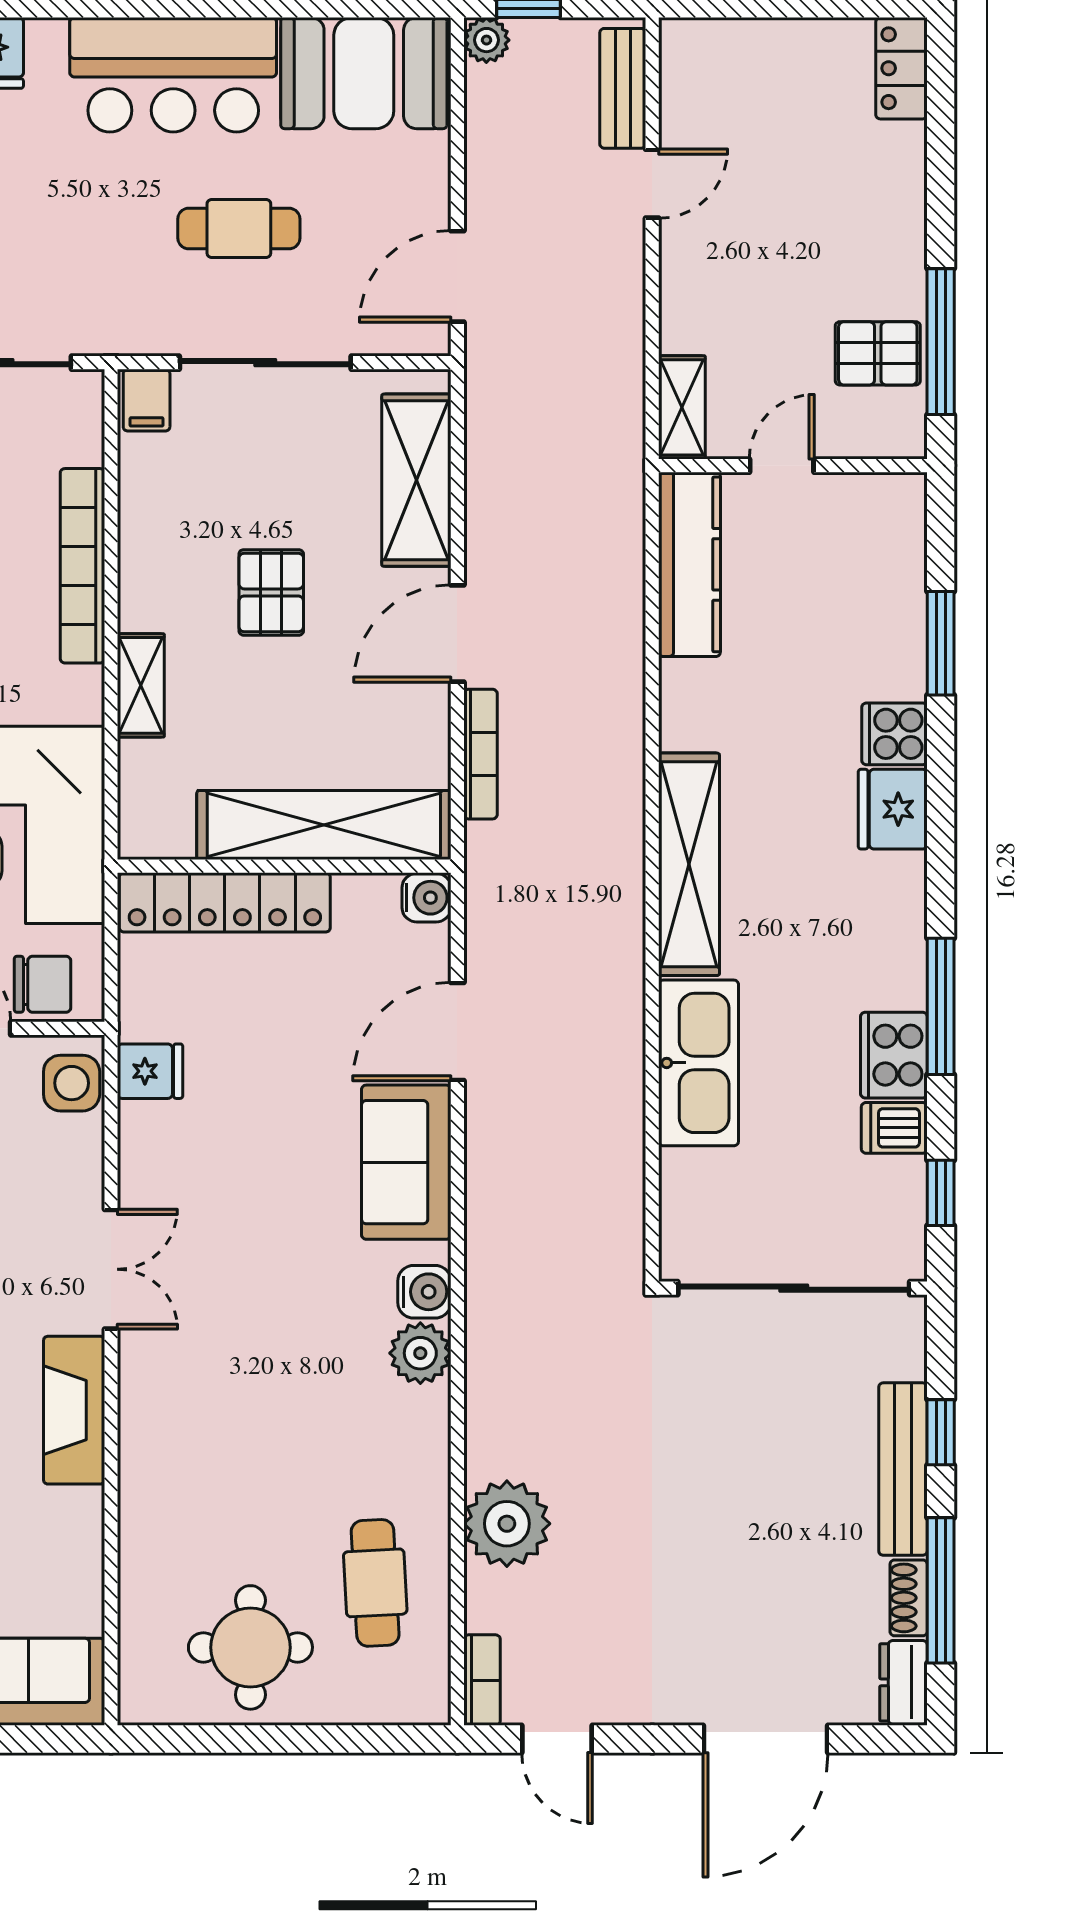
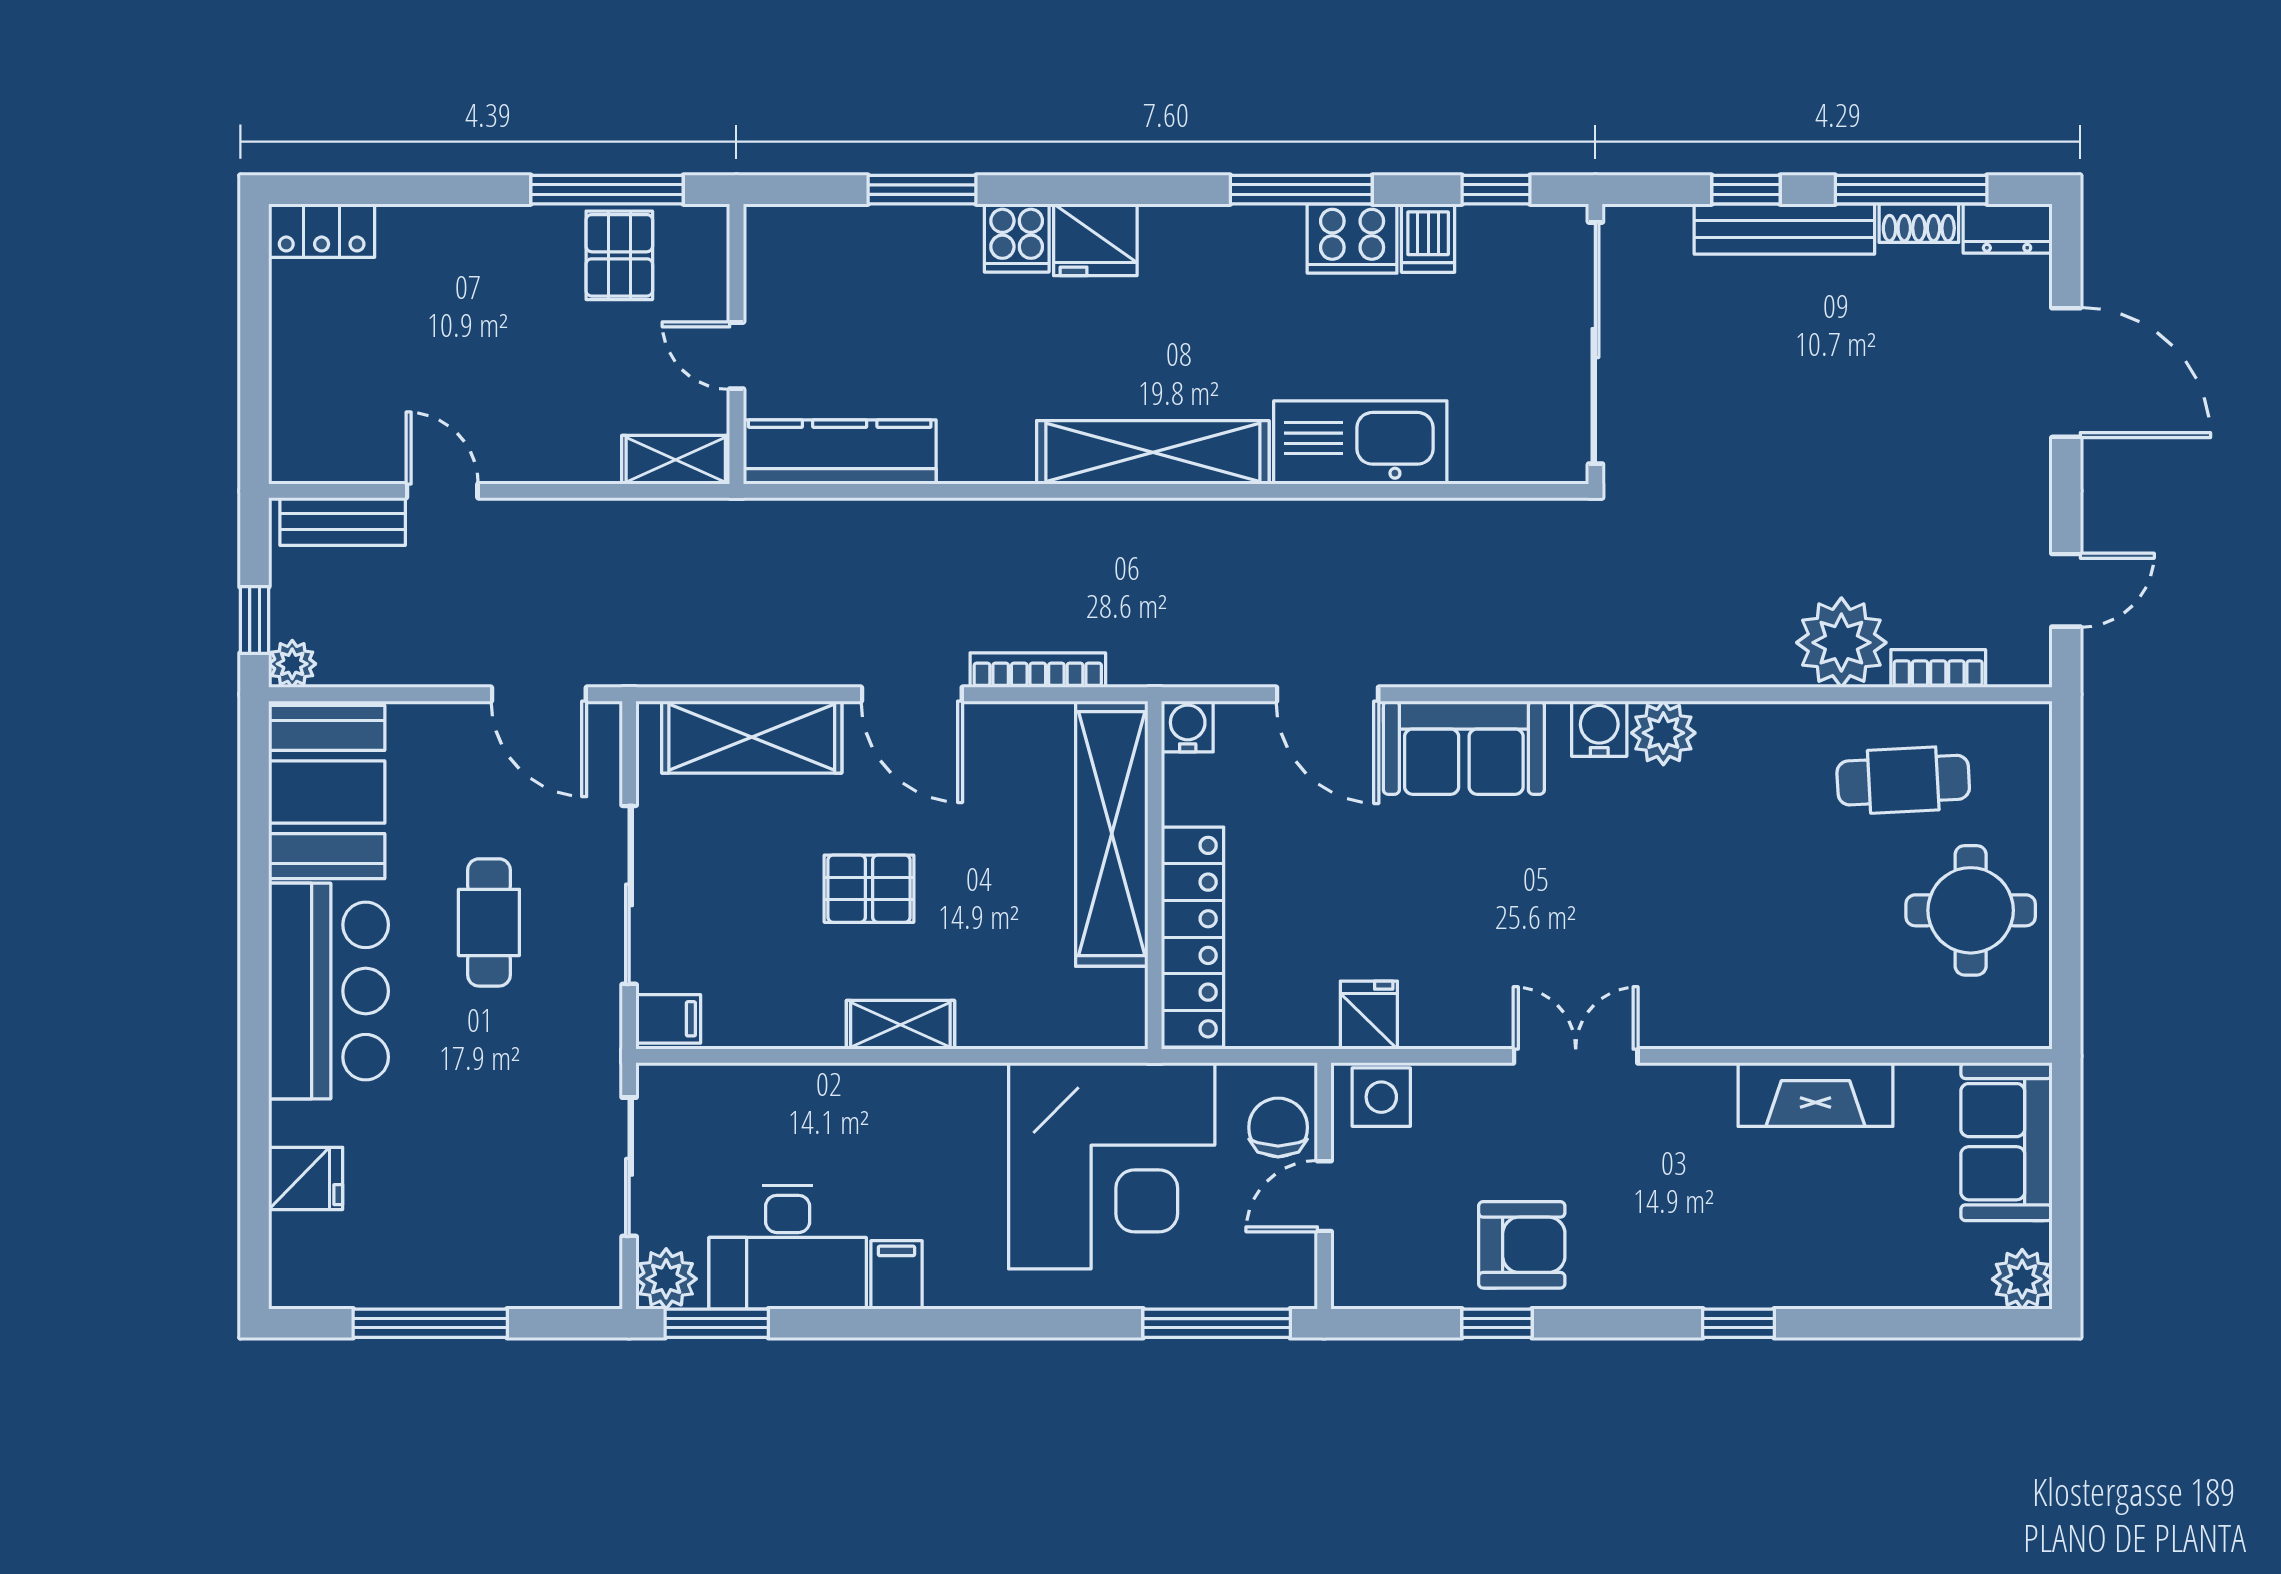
bookcase: (82, 566) -> (841, 1086), removed
shelving: (141, 685) -> (900, 1025), moved
fireplace: (74, 1410) -> (1815, 1095), moved
bookcase: (482, 1680) -> (1938, 669), moved

